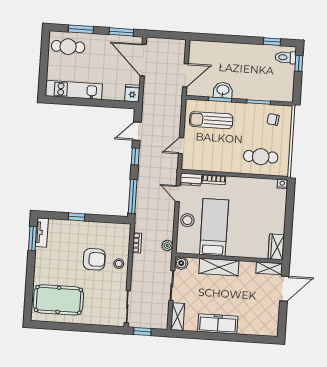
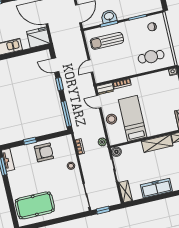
fridge: (132, 93) -> (38, 37), width x1.88, depth x1.34
door: (137, 131) -> (55, 65), hinge flipped
armchair: (94, 259) -> (44, 152), moved
shelving: (219, 267) -> (157, 143), moved

